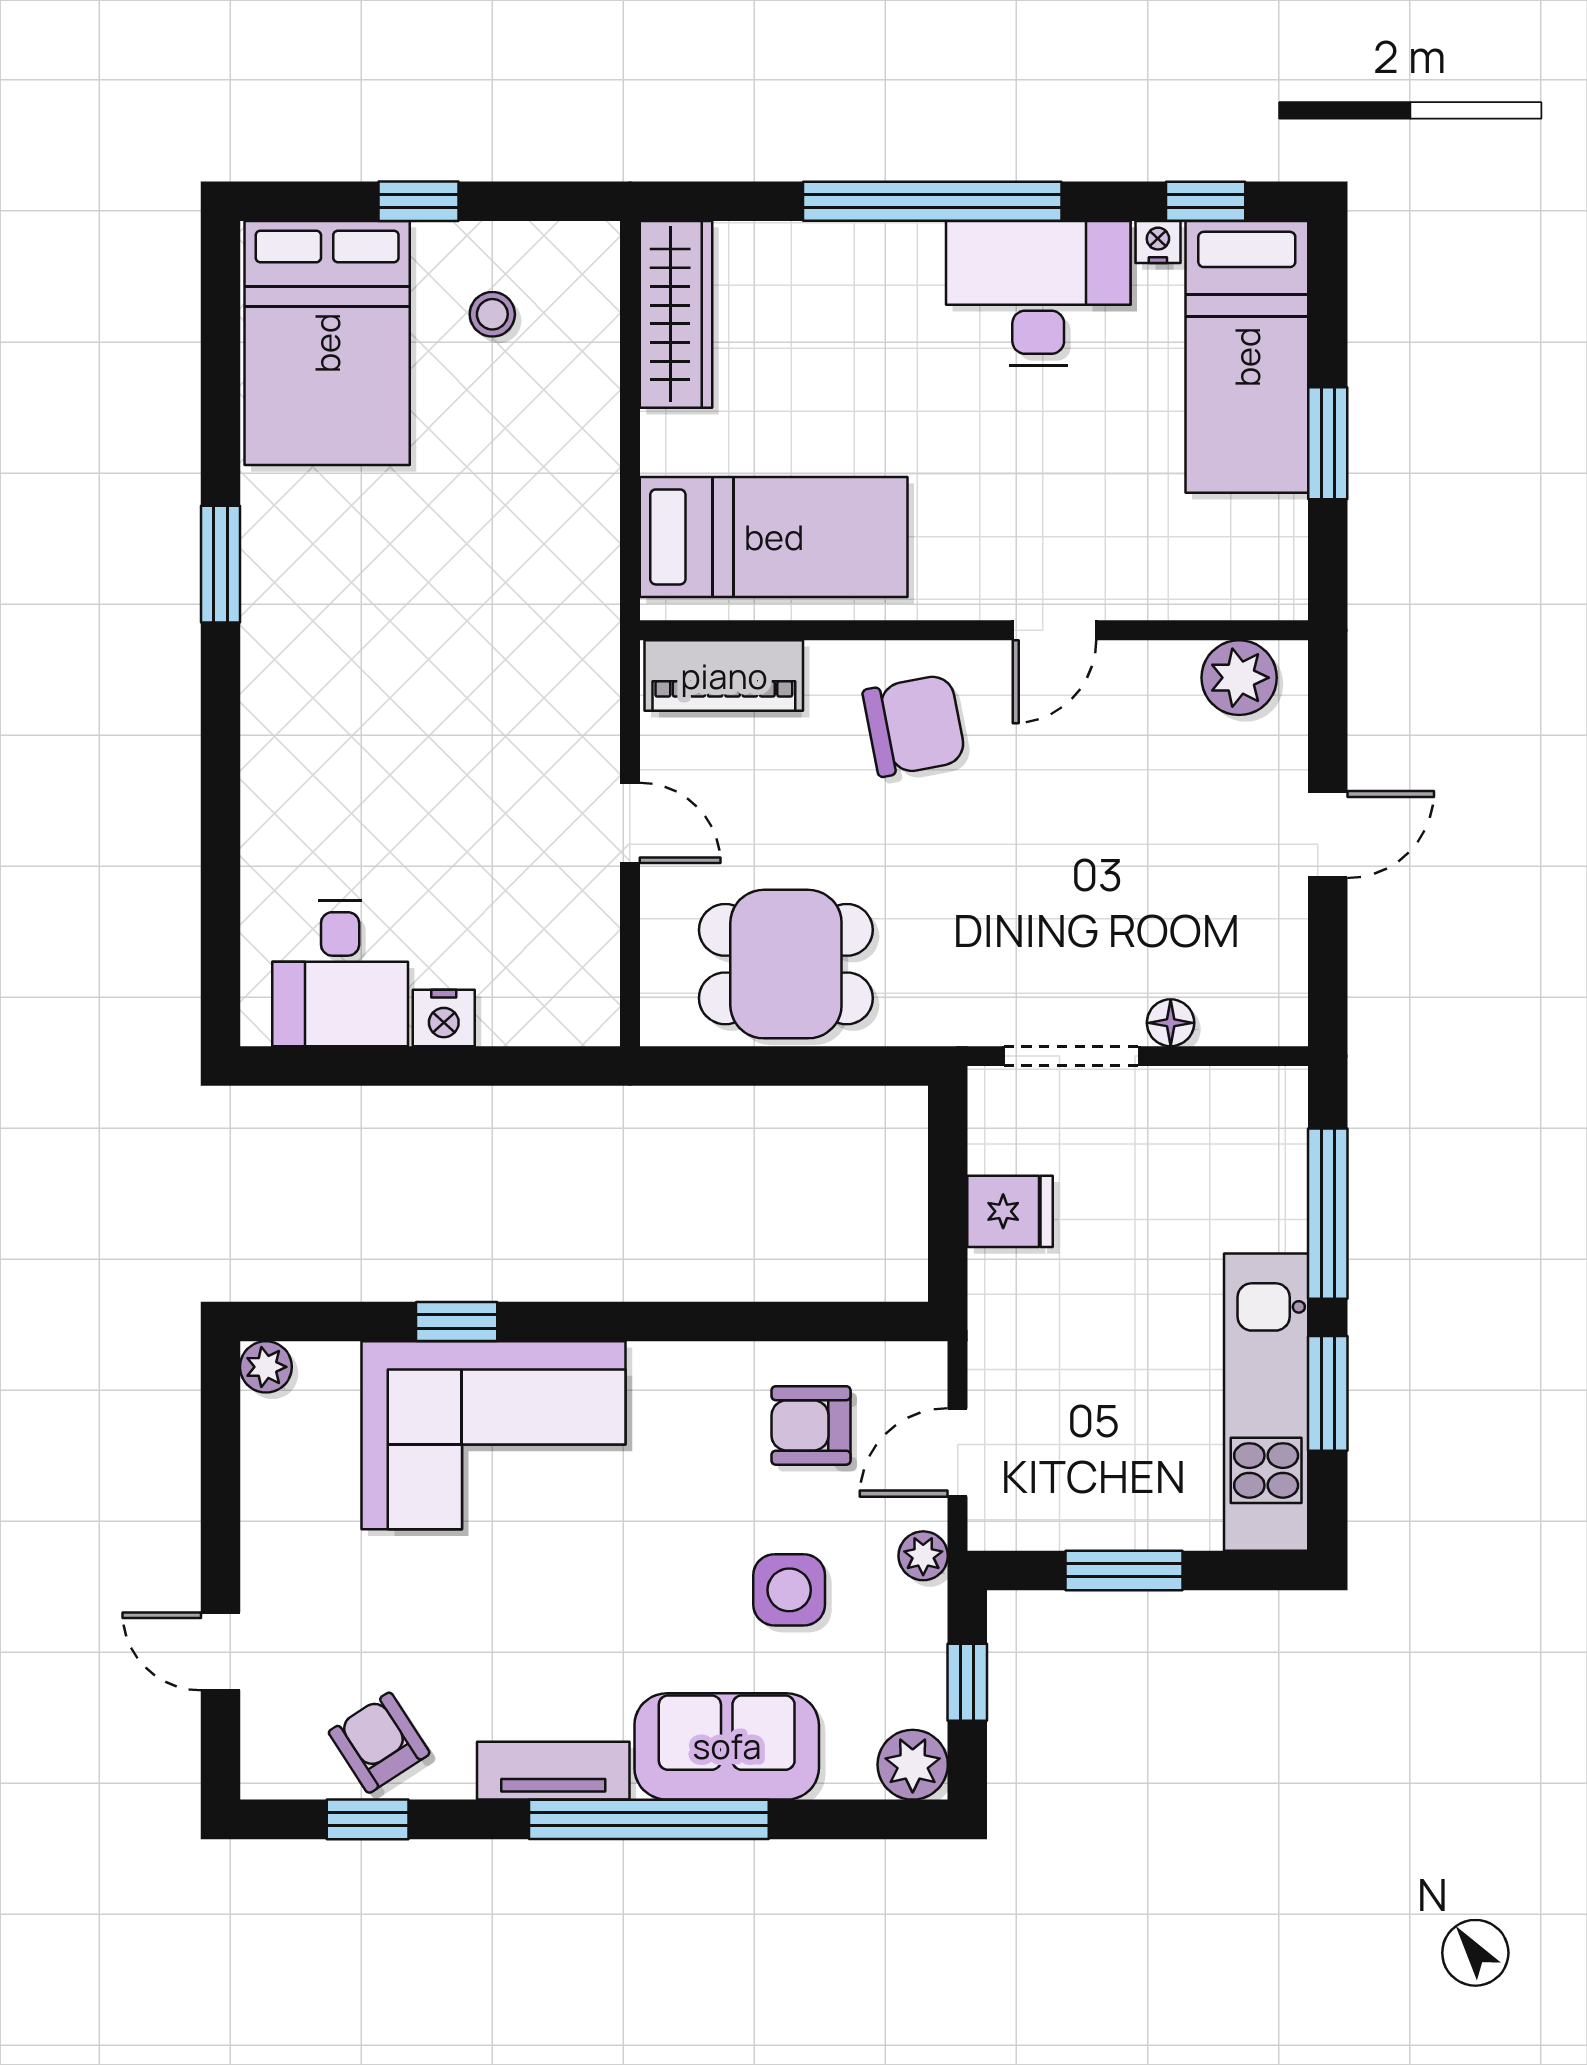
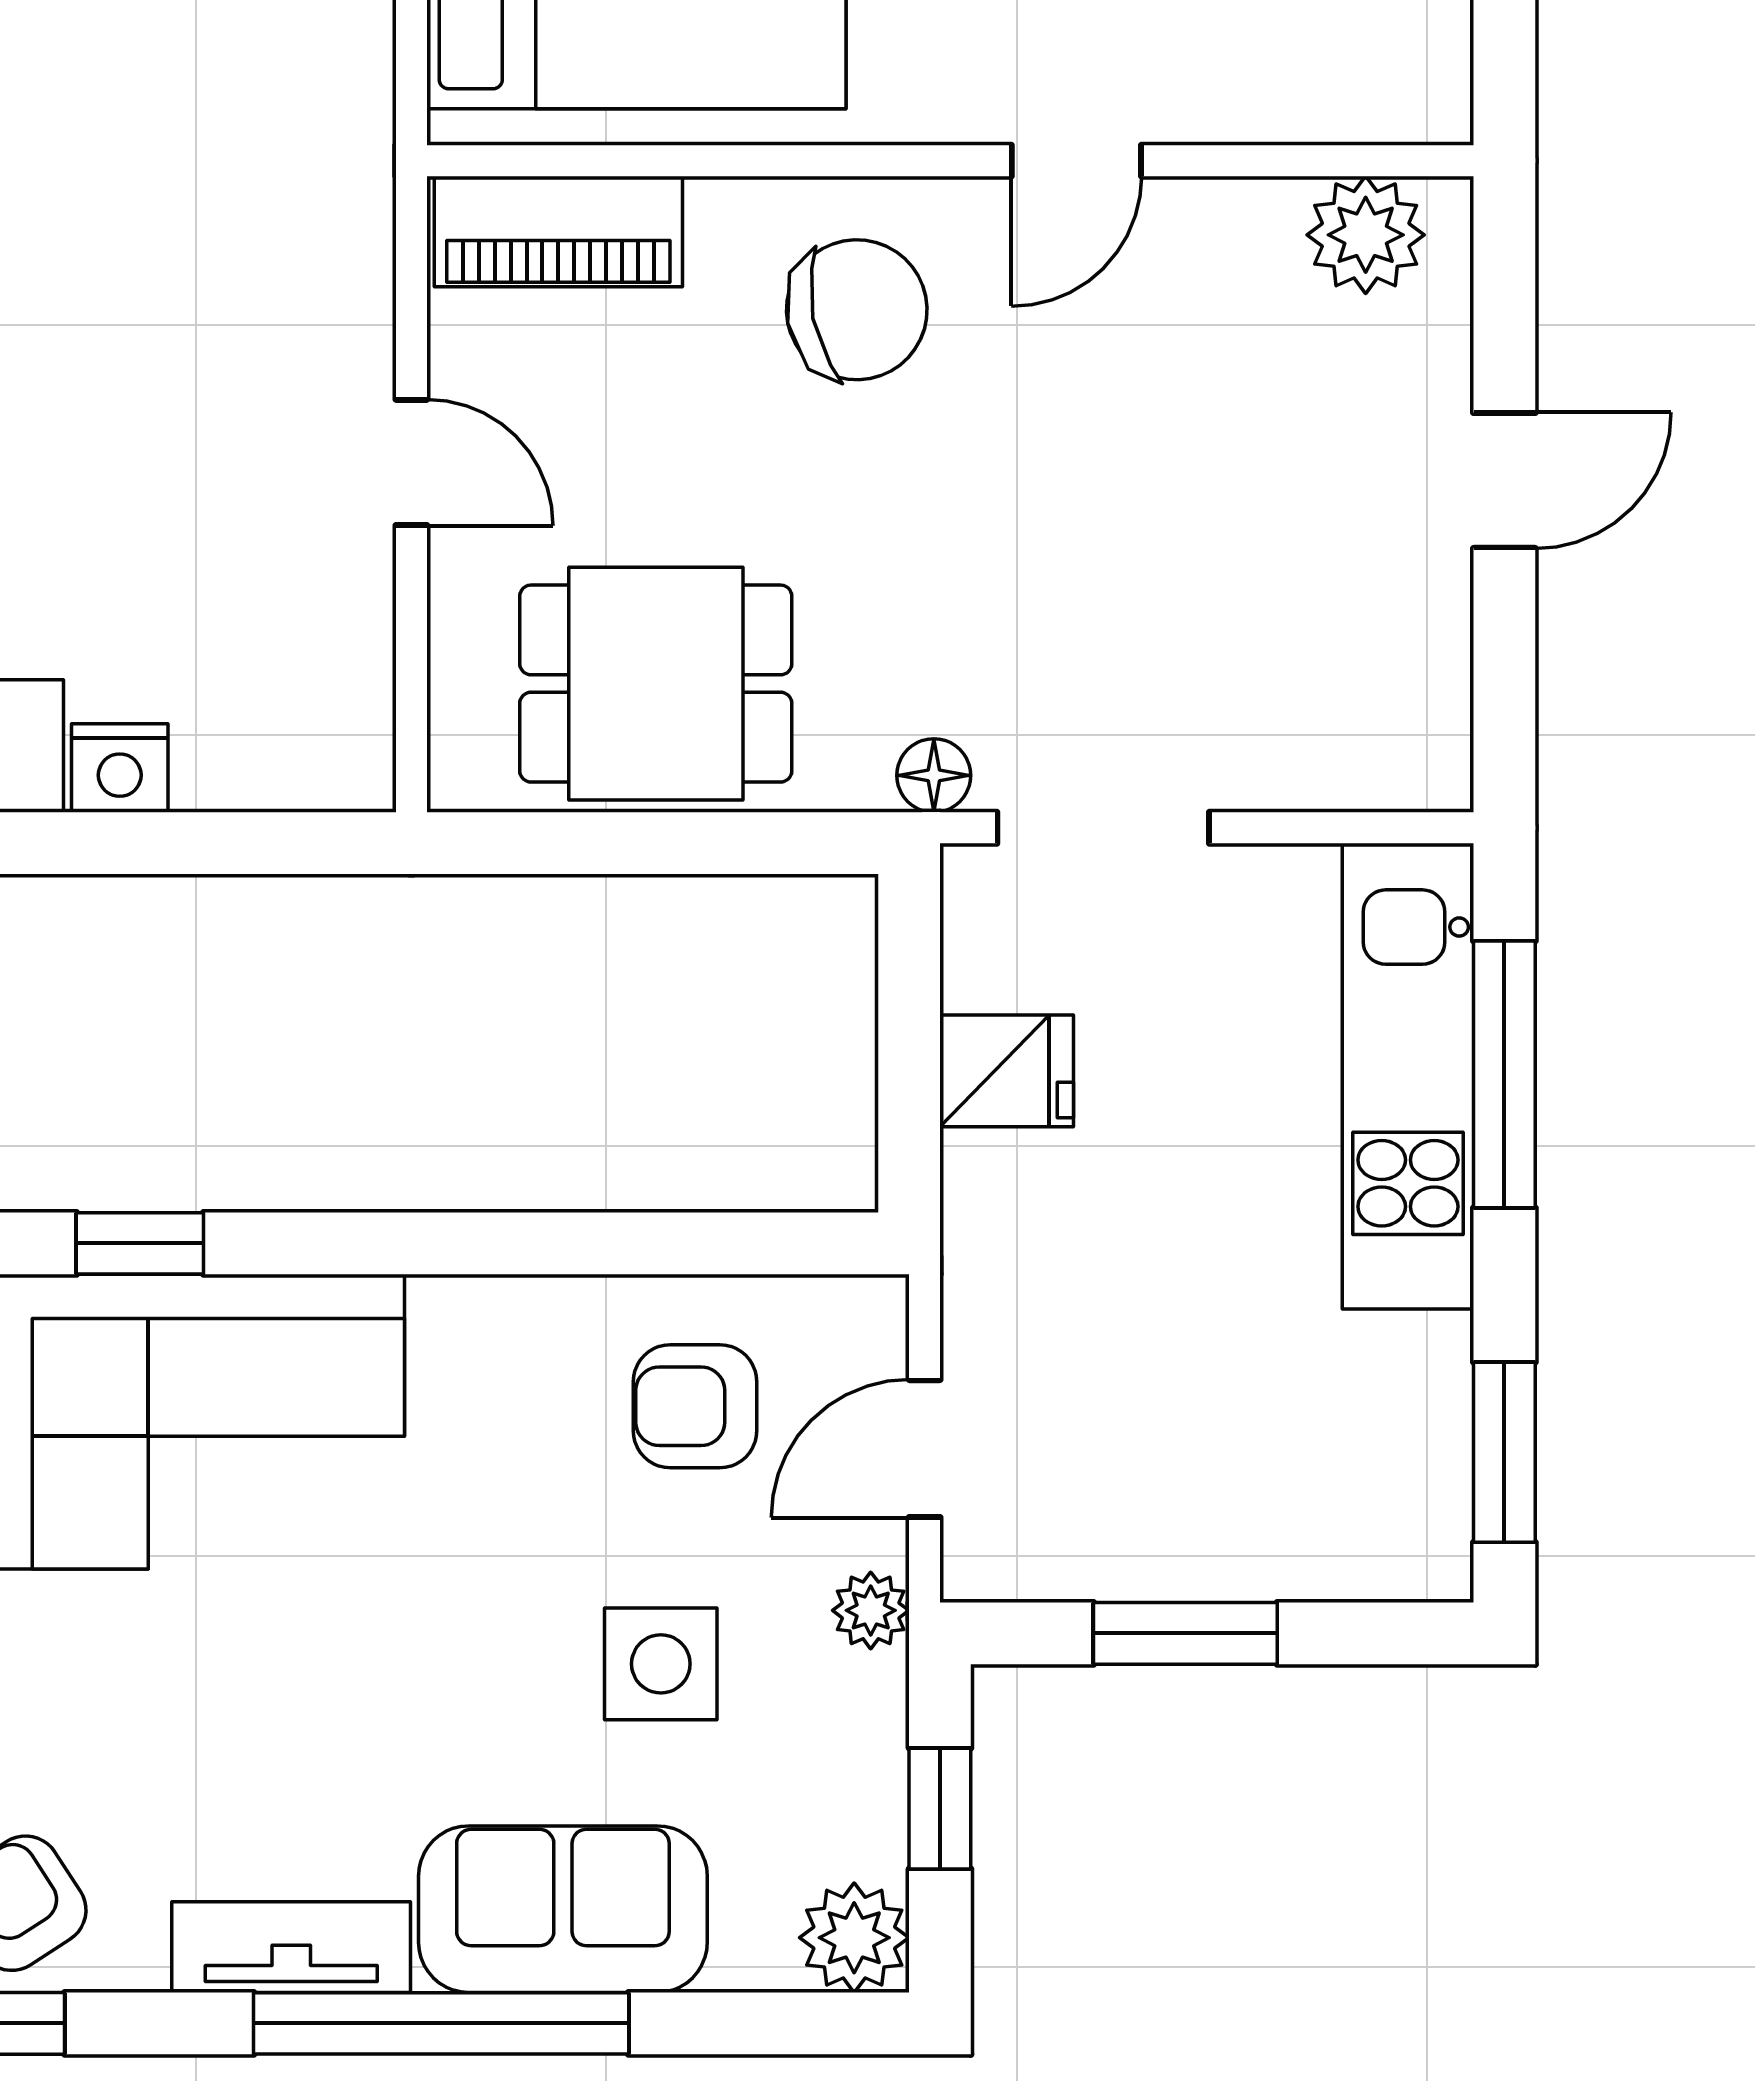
floor lamp: (1171, 1023) -> (934, 775), moved
window: (1328, 1393) -> (1504, 1452), moved
kitchen unit: (1266, 1402) -> (1408, 1076), moved

